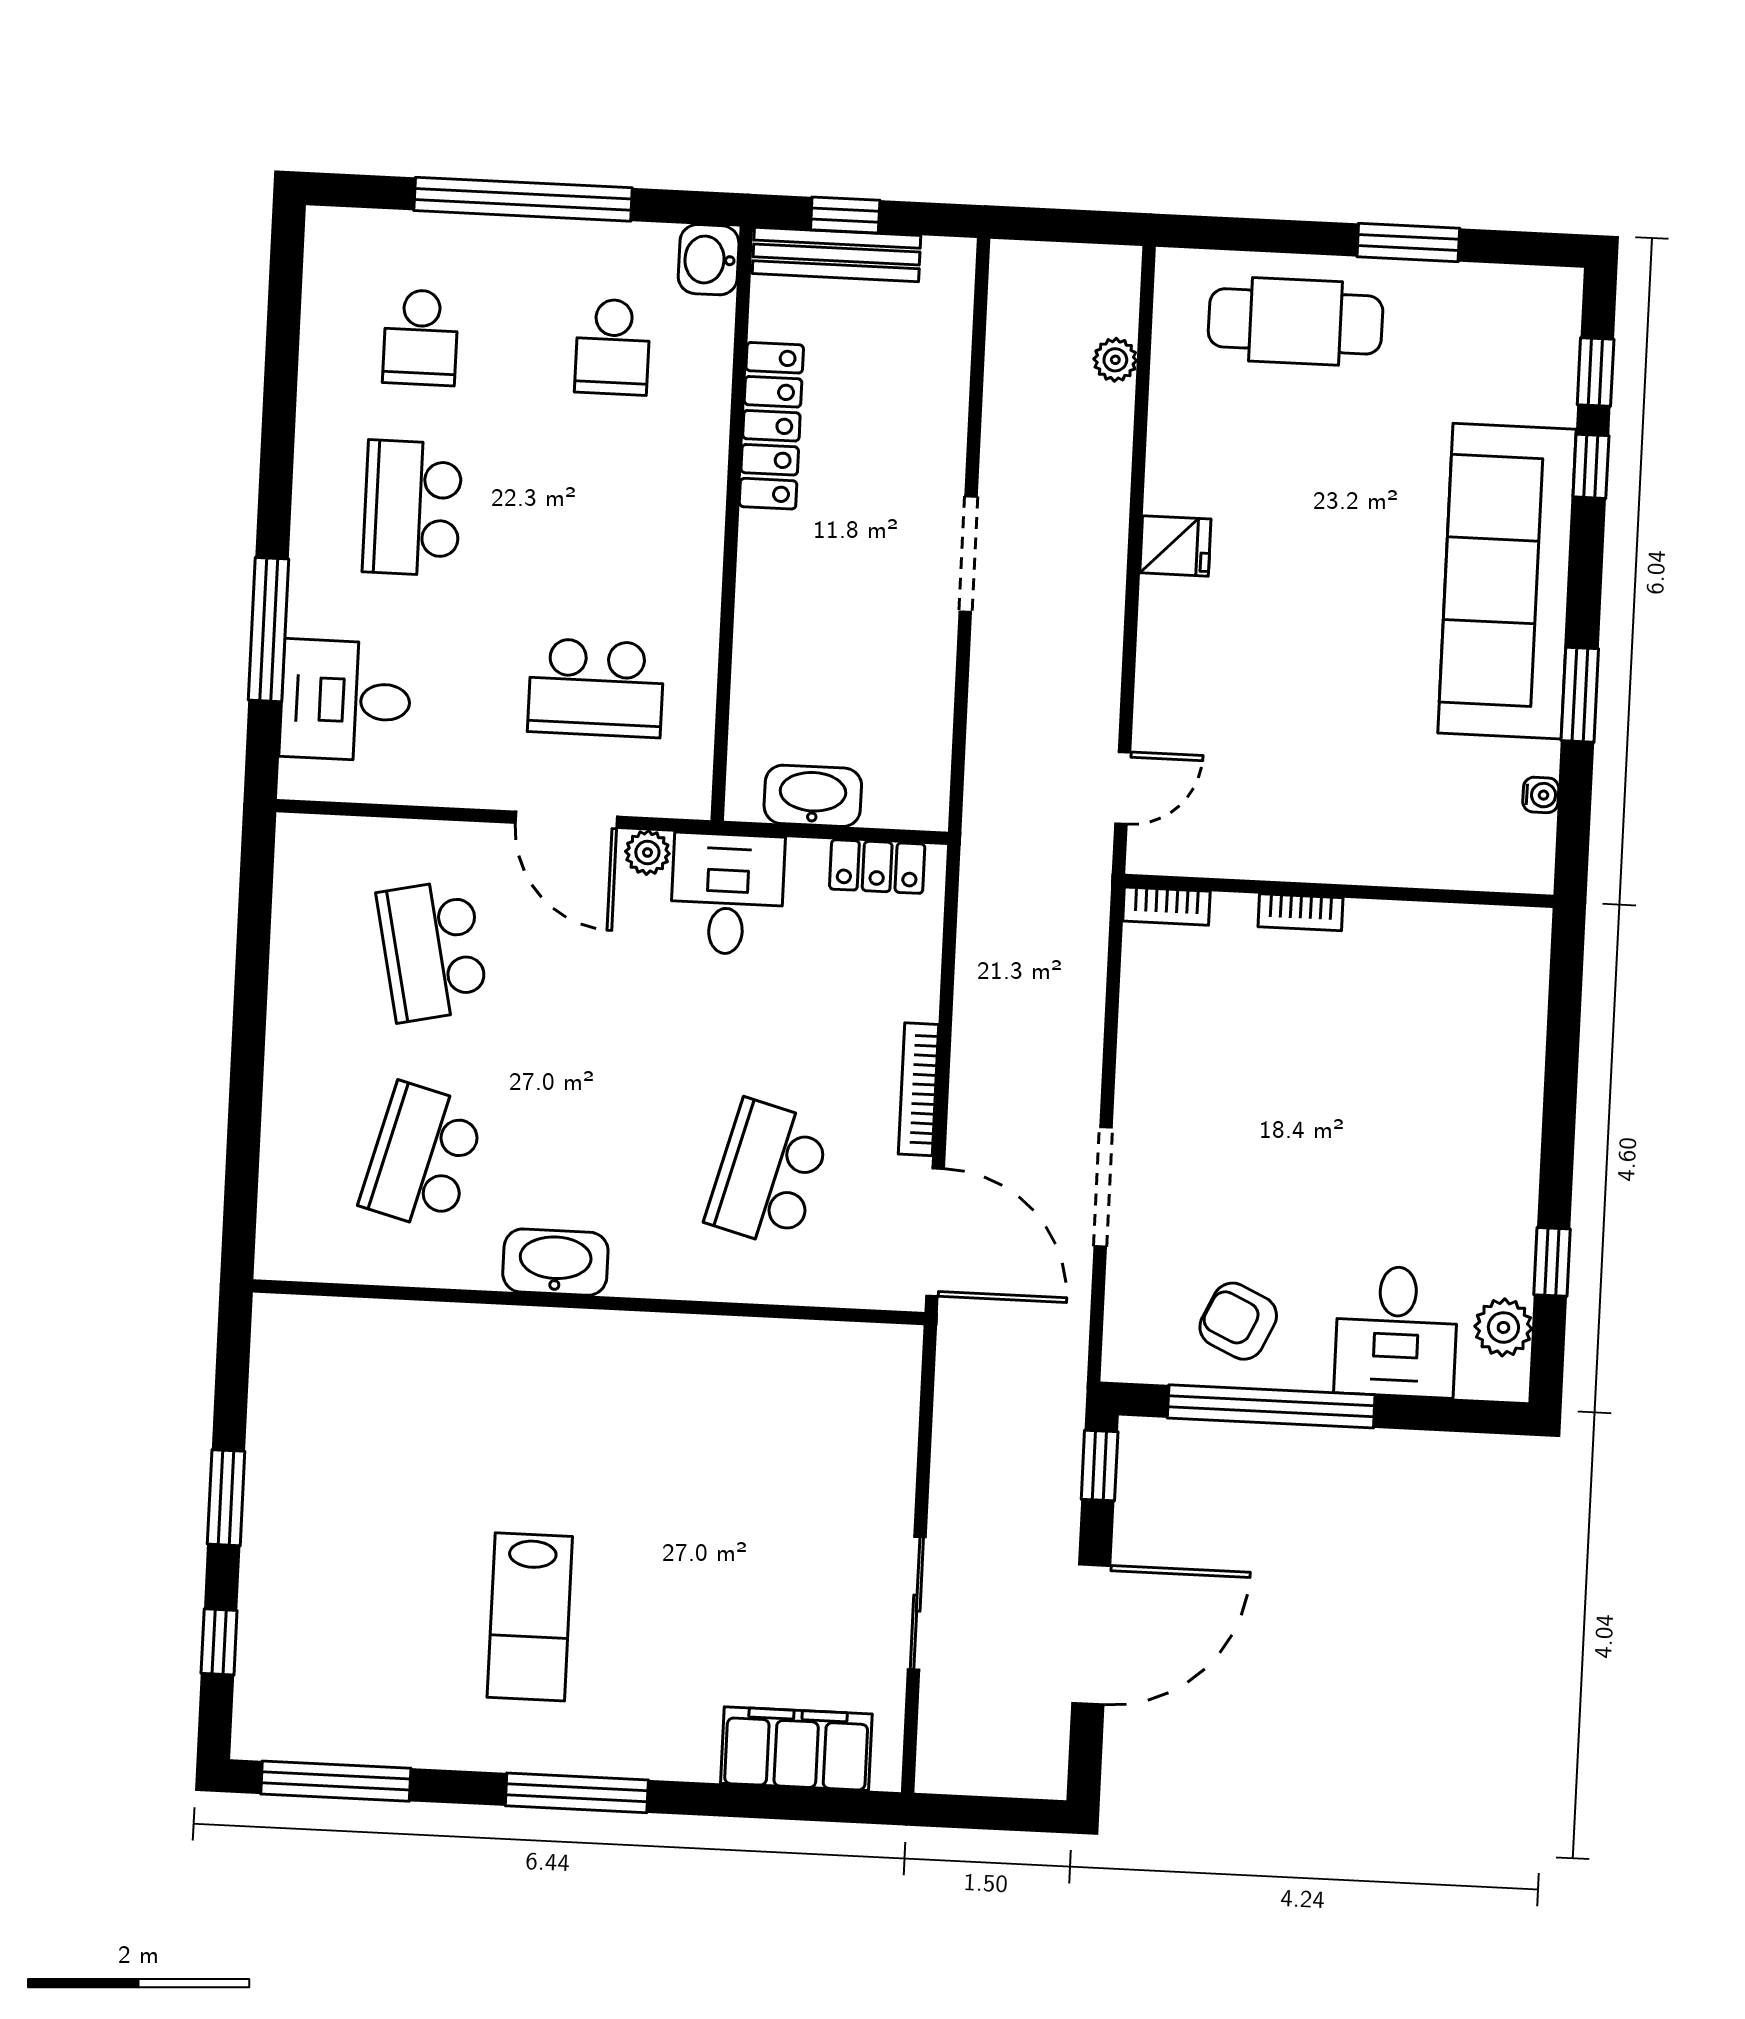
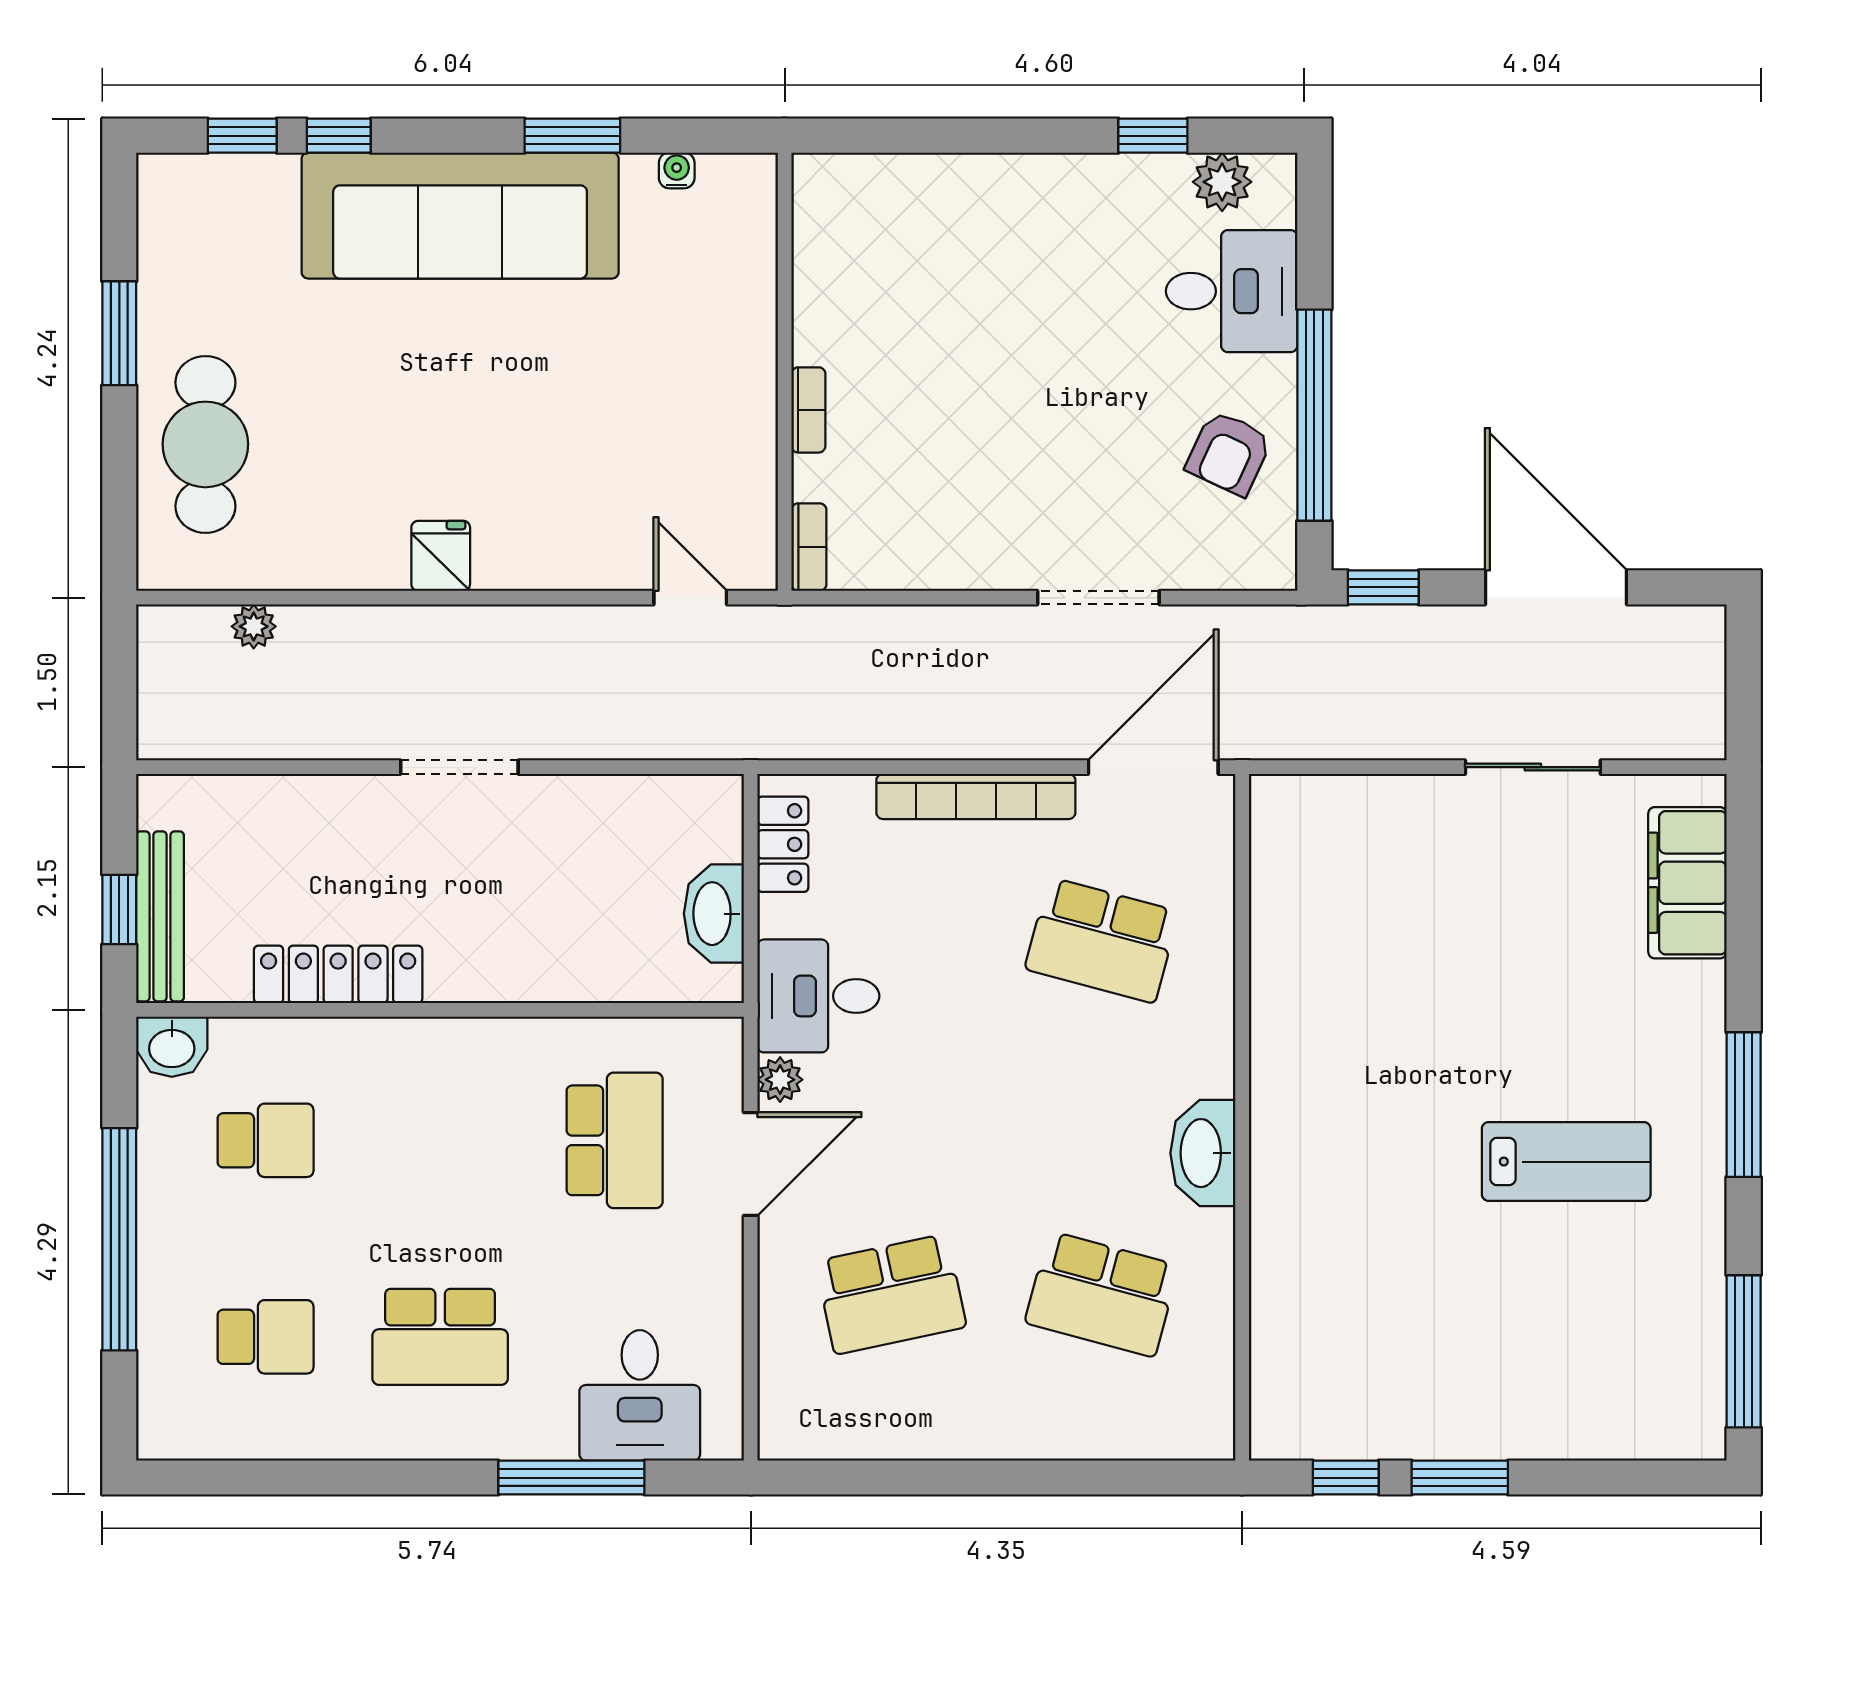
bookcase: (918, 1089) -> (976, 796), width x1.48, depth x1.31
window: (219, 1642) -> (1346, 1478), moved

